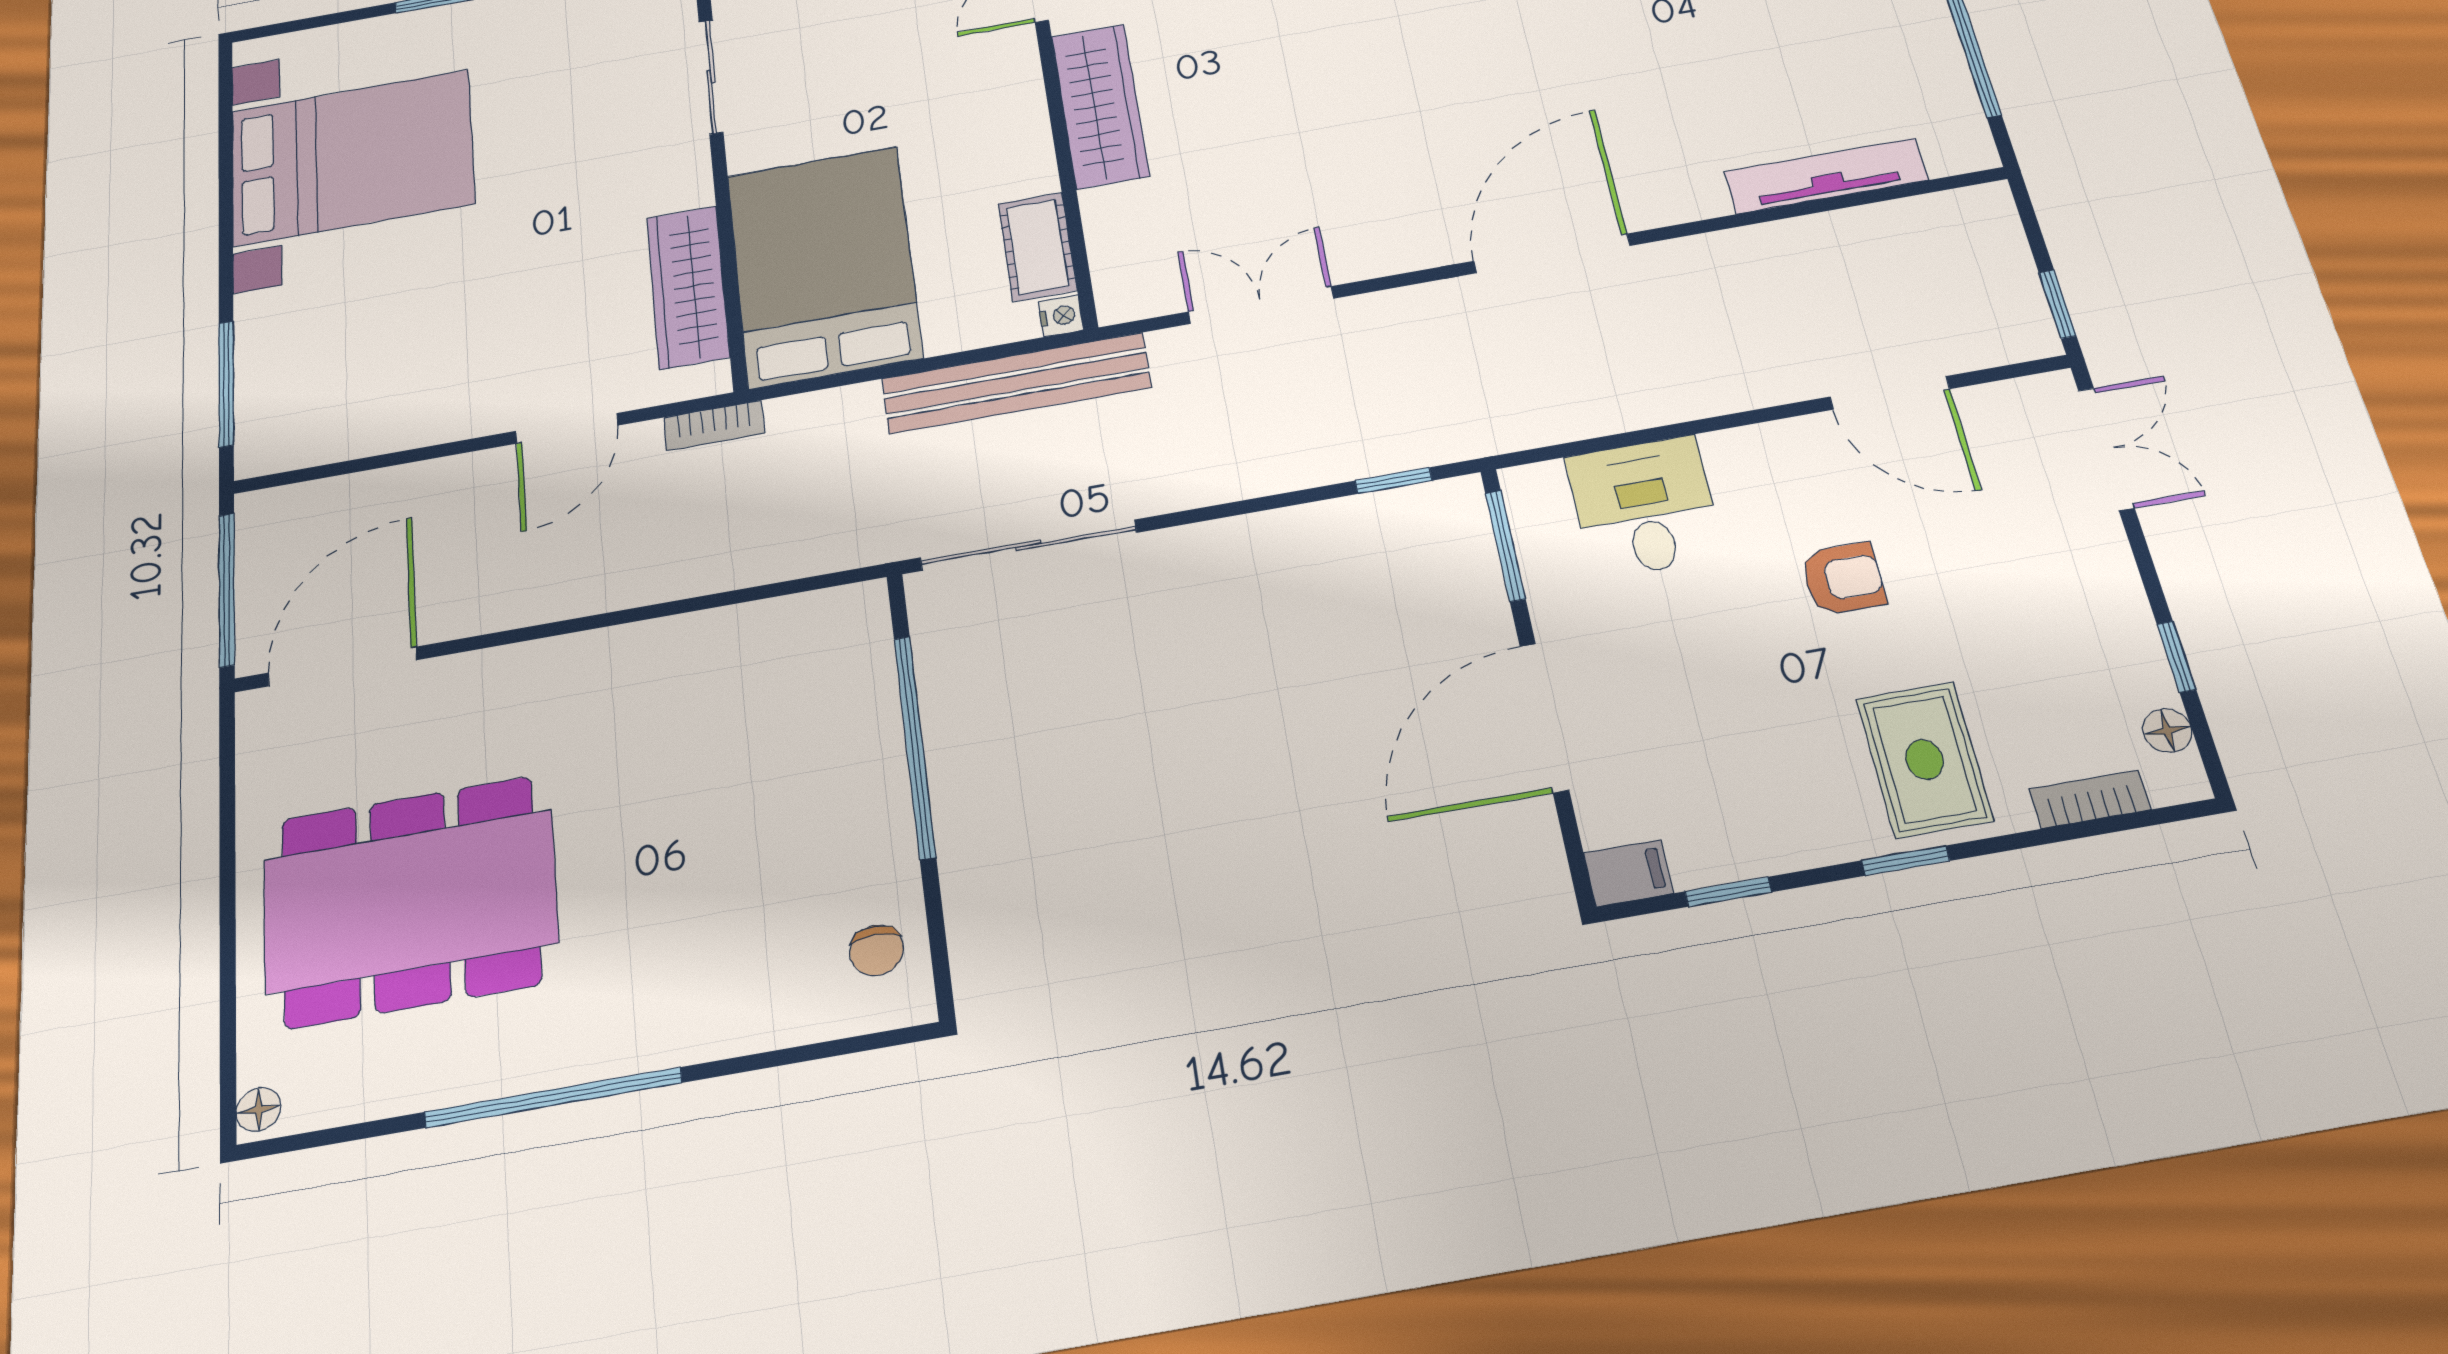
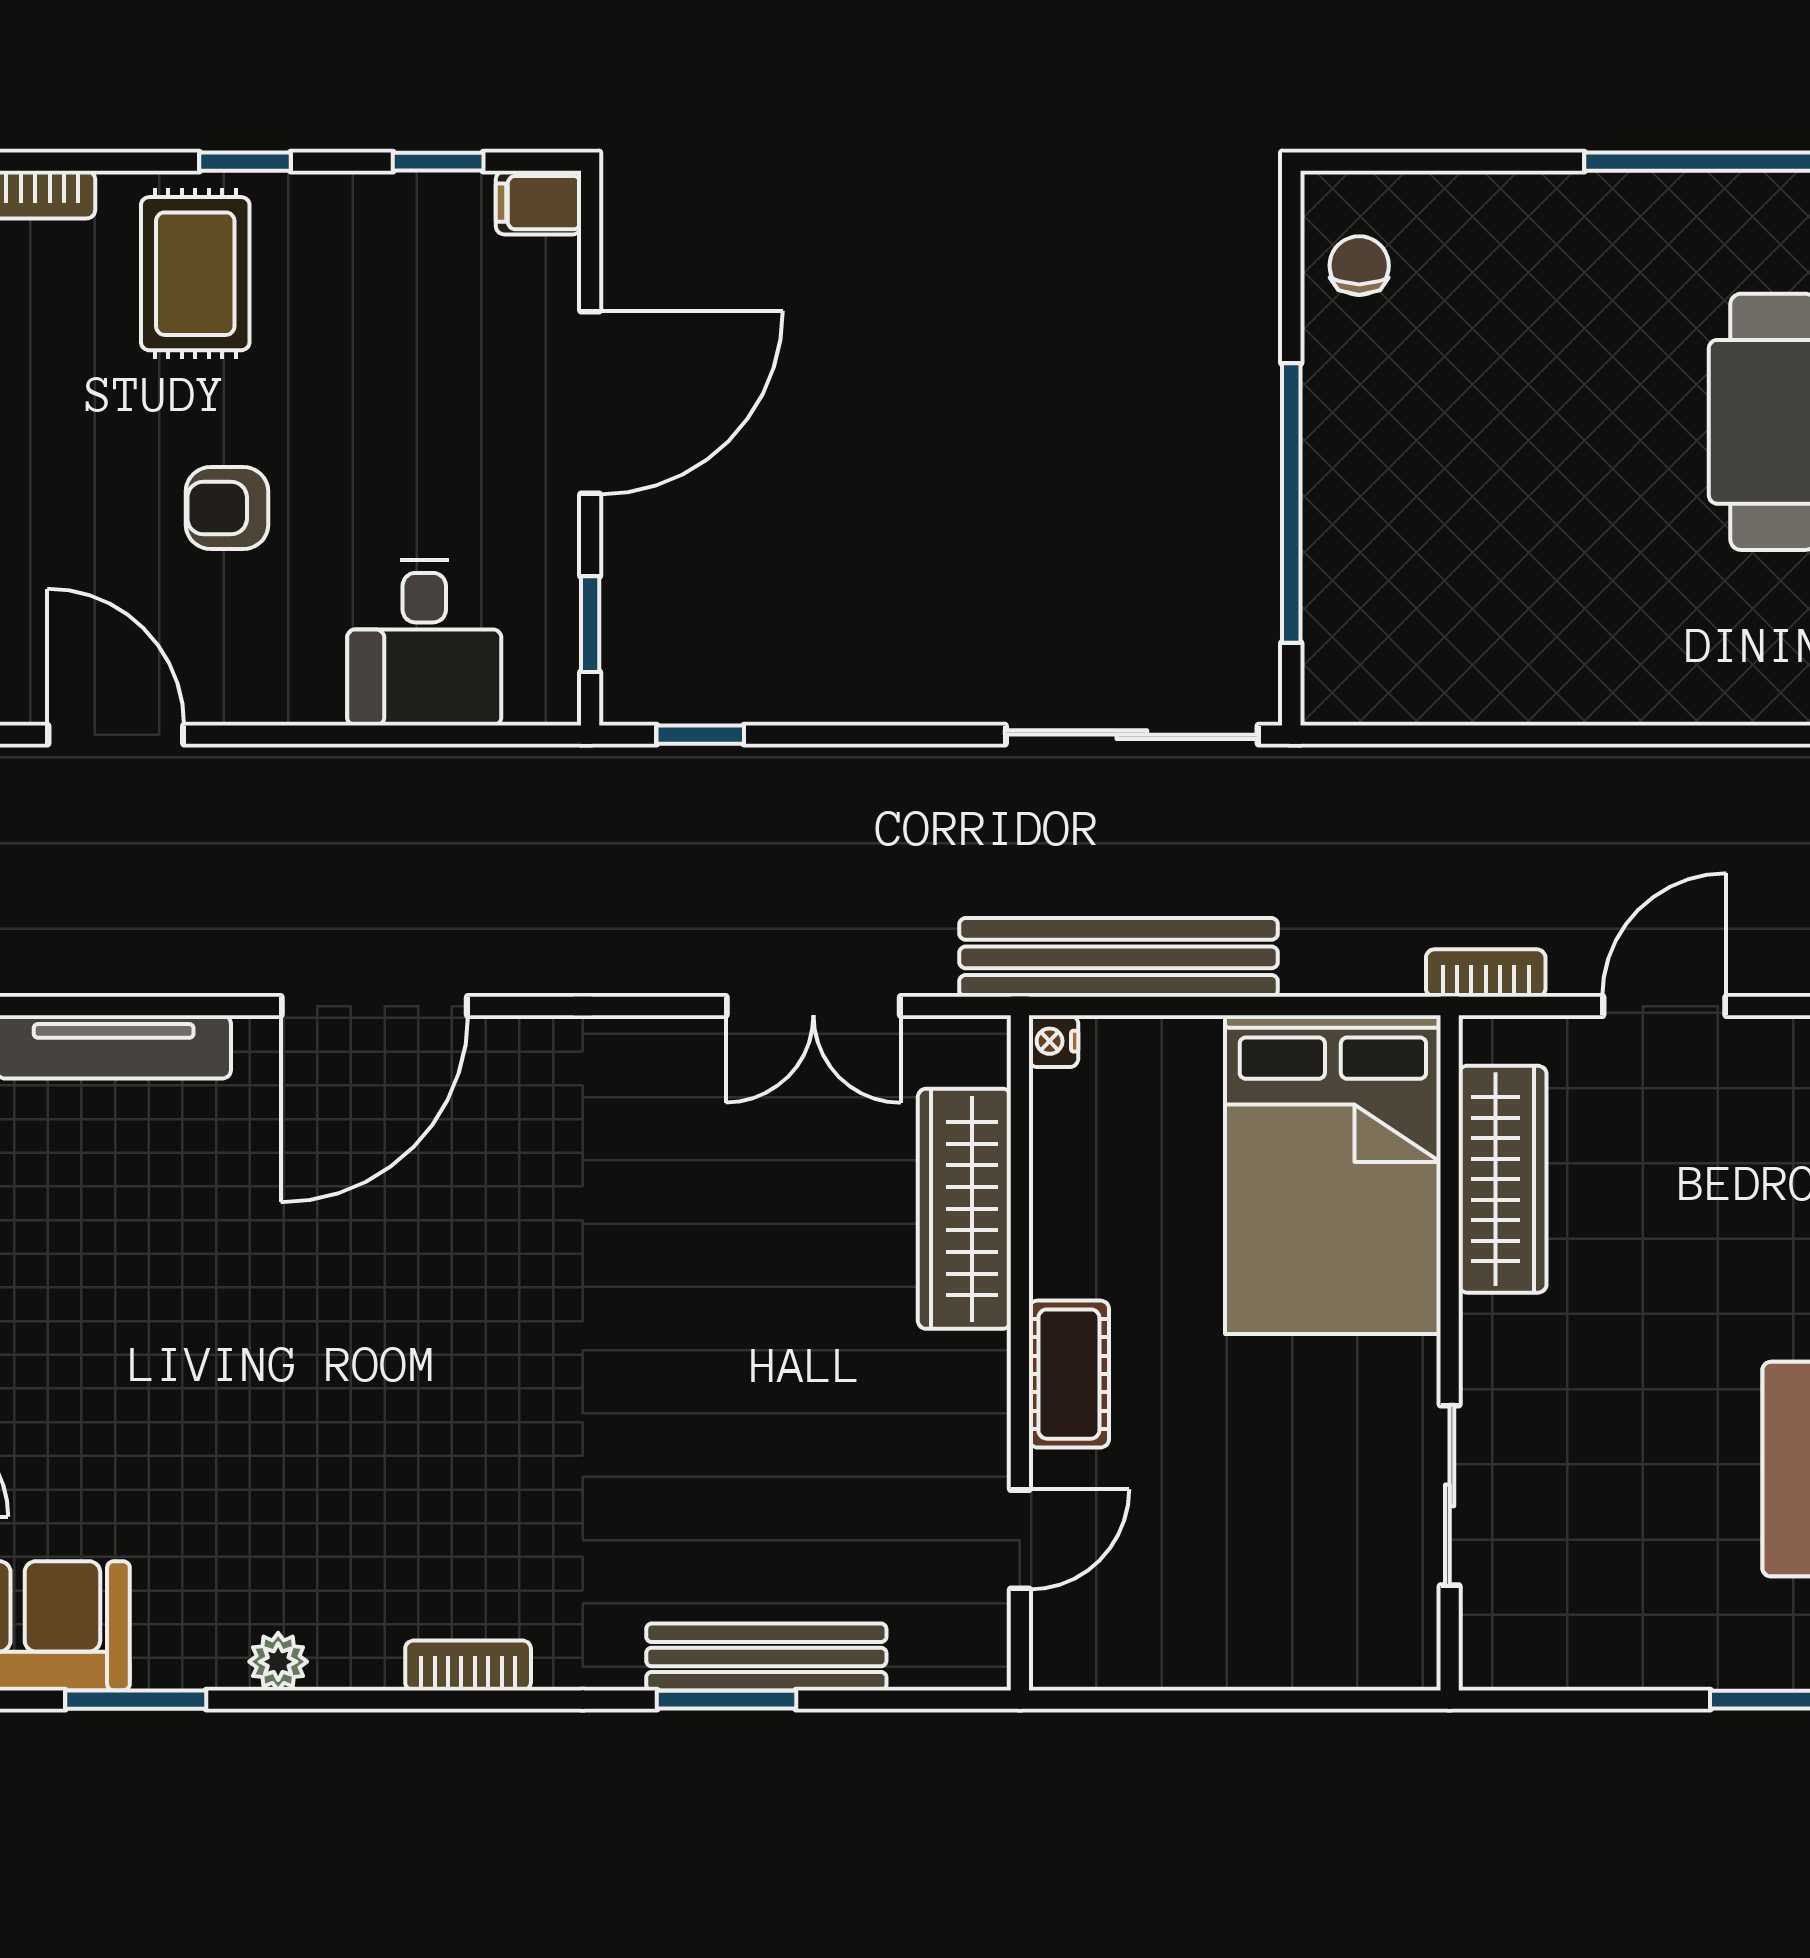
wardrobe: (1100, 106) -> (964, 1209), moved
cot: (1037, 247) -> (1069, 1374), moved
door: (1552, 253) -> (374, 1006), moved
window: (1505, 546) -> (590, 624), width x0.67

